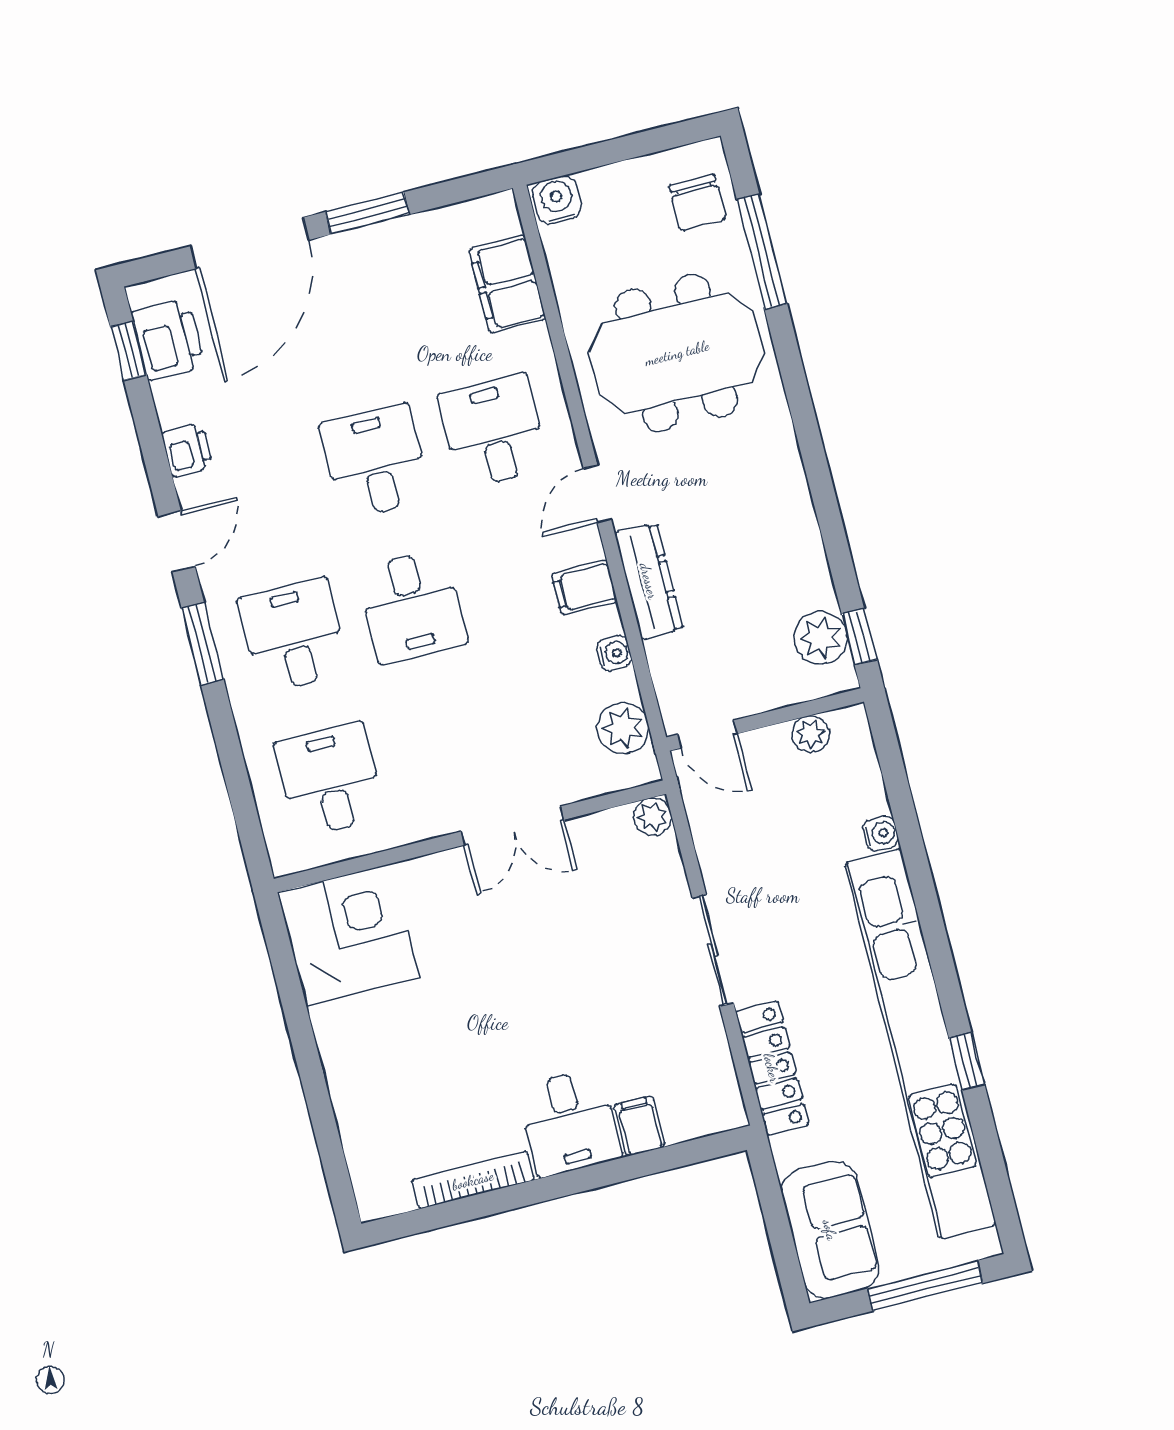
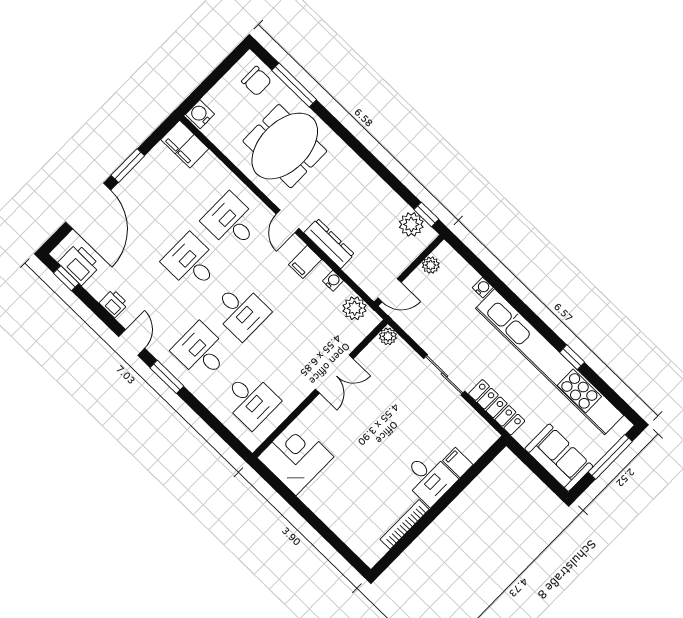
filing cabinet: (507, 284) -> (185, 144), moved
desk: (330, 780) -> (251, 400), turned 180

